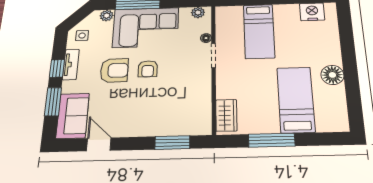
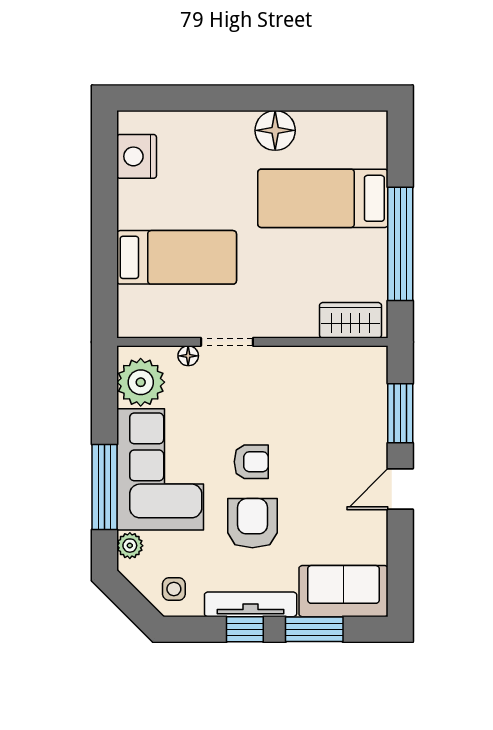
plant: (198, 12) -> (141, 382), width x1.88, depth x1.88
tv unit: (71, 65) -> (251, 604), width x1.41
window: (272, 140) -> (400, 244), width x1.46
door: (99, 144) -> (400, 489), moved

